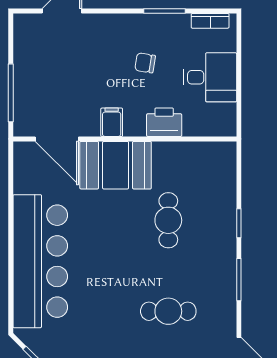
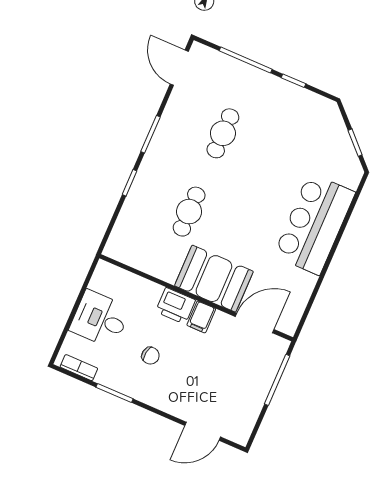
printer: (164, 122) -> (175, 306), moved
door: (57, 139) -> (255, 323), hinge flipped
bar counter: (40, 261) -> (314, 224), width x0.73
cafe table: (168, 311) -> (223, 133), turned 90

